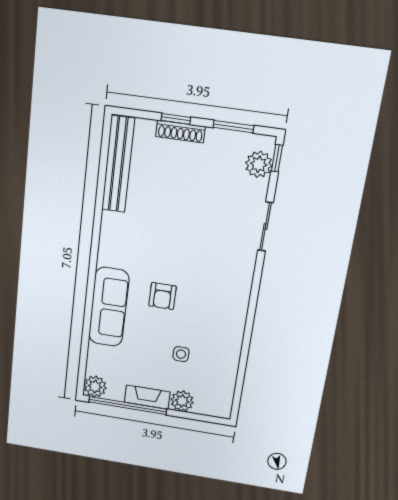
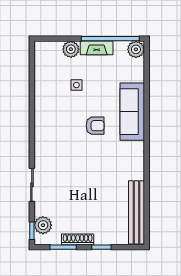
shoe rack: (180, 132) -> (78, 239), moved
armchair: (162, 296) -> (95, 126), turned 90

